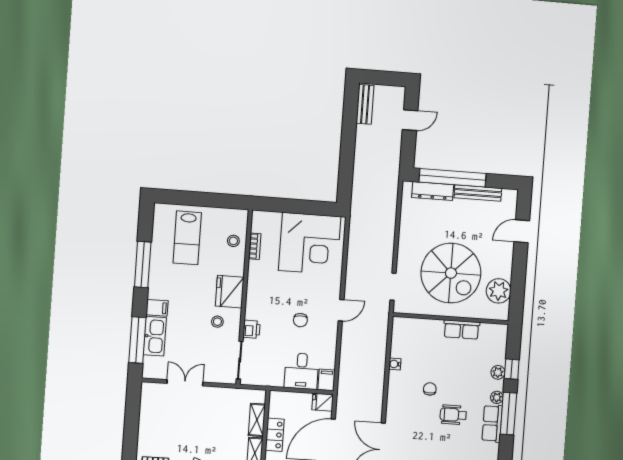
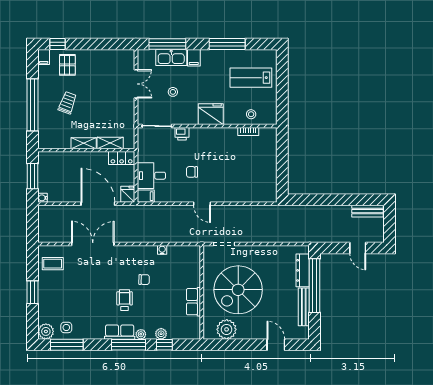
corner desk: (310, 243) -> (254, 175), removed
stool: (217, 322) -> (173, 92), moved
locker: (275, 435) -> (122, 158), moved

